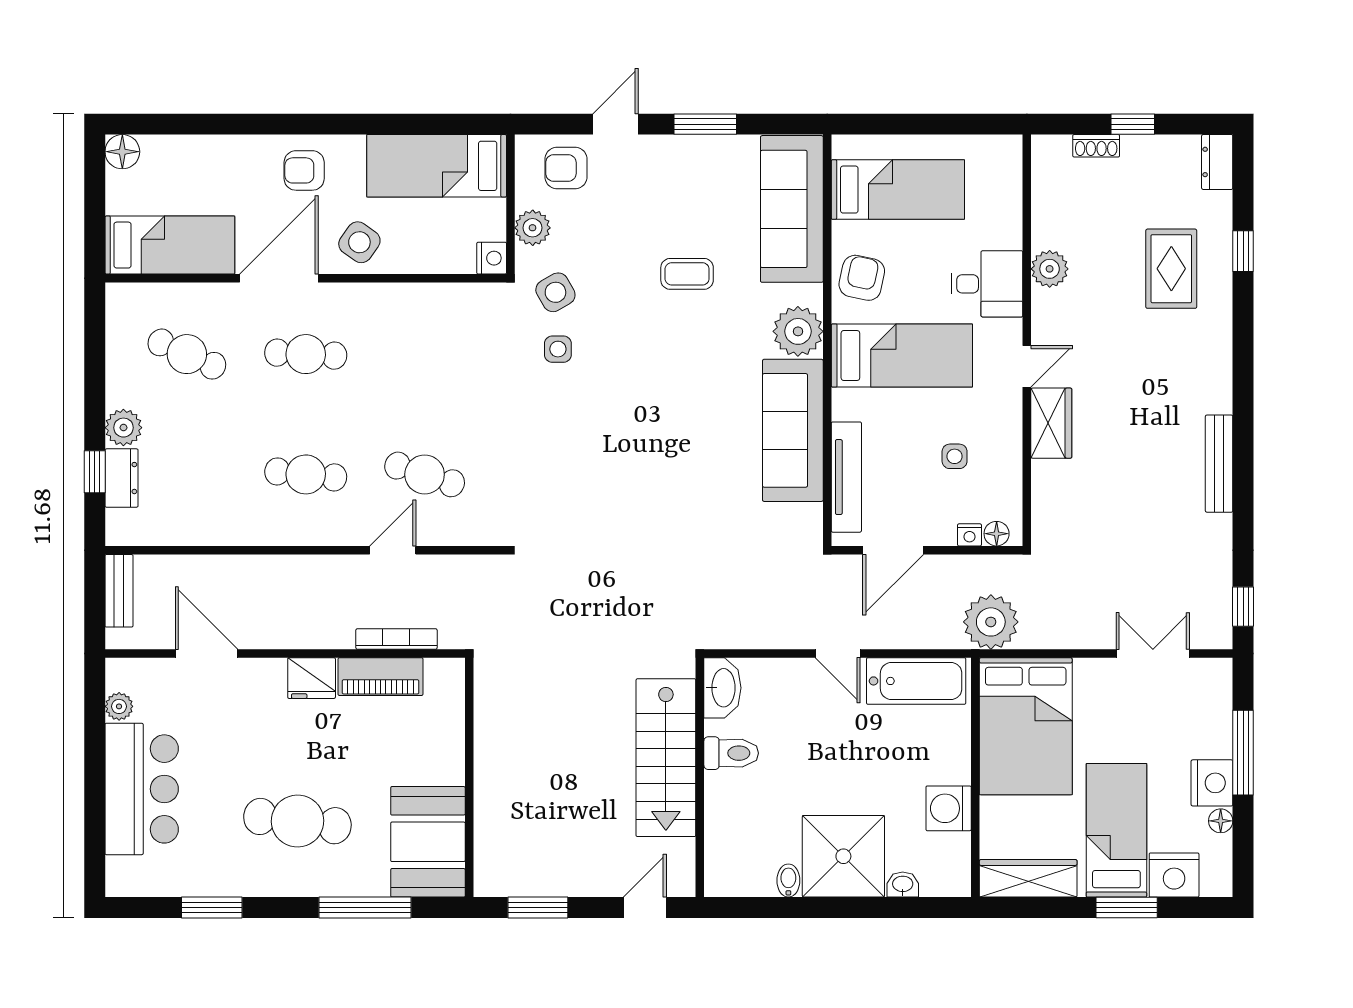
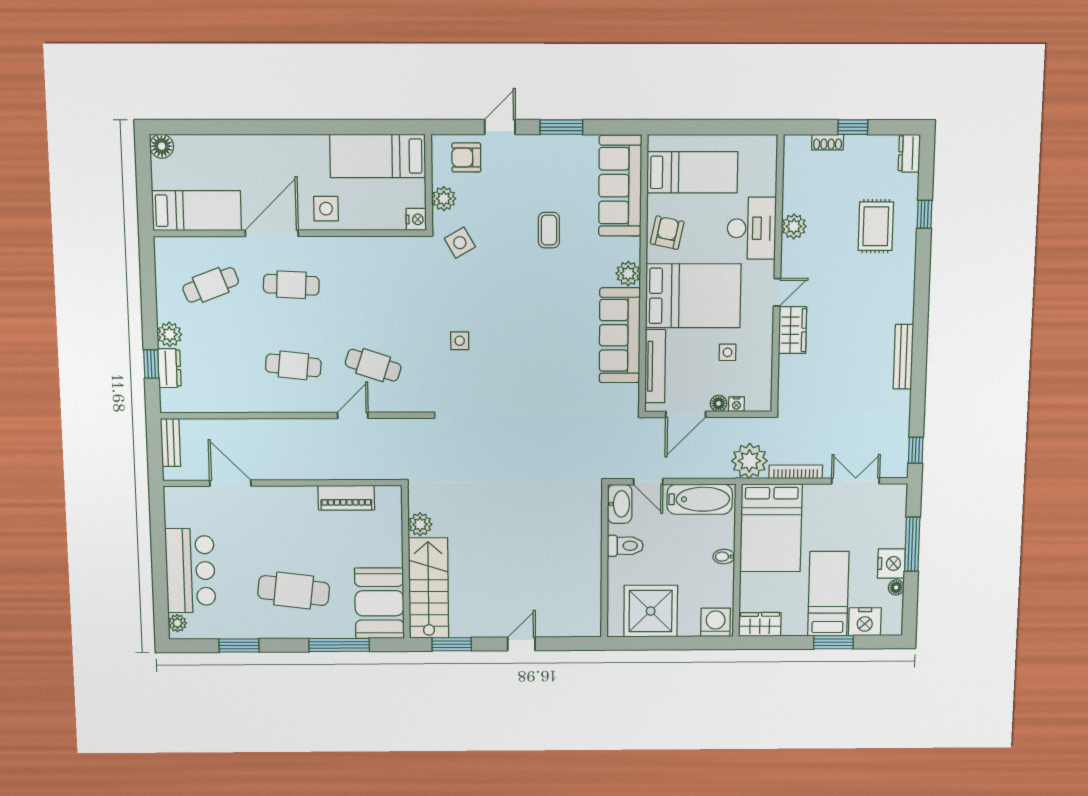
armchair: (304, 170) -> (287, 159), removed
side table: (359, 242) -> (326, 209), turned -35
coffee table: (687, 274) -> (549, 230), turned 90
desk: (987, 284) -> (752, 228), width x1.37
plant: (798, 331) -> (628, 273), width x0.73, depth x0.73
side table: (558, 349) -> (460, 341), moved
cafe table: (187, 354) -> (211, 285), turned -45
bed: (902, 355) -> (693, 296), width x1.50
floor lamp: (997, 534) -> (719, 403), moved
bookcase: (396, 639) -> (796, 472), moved
fridge: (312, 678) -> (301, 499), removed
washbasin: (722, 688) -> (620, 504), moved
plant: (119, 706) -> (177, 623), moved
plant: (492, 718) -> (420, 524), added
toilet: (731, 753) -> (625, 546), moved
stairs: (666, 758) -> (429, 588), moved, turned 180
wall: (700, 777) -> (605, 561), moved
washing machine: (949, 808) -> (716, 622), moved, turned 90
wardrobe: (1028, 878) -> (760, 624), width x0.67
bidet: (788, 881) -> (724, 557), moved, turned -90
washbasin: (903, 885) -> (689, 629), removed

